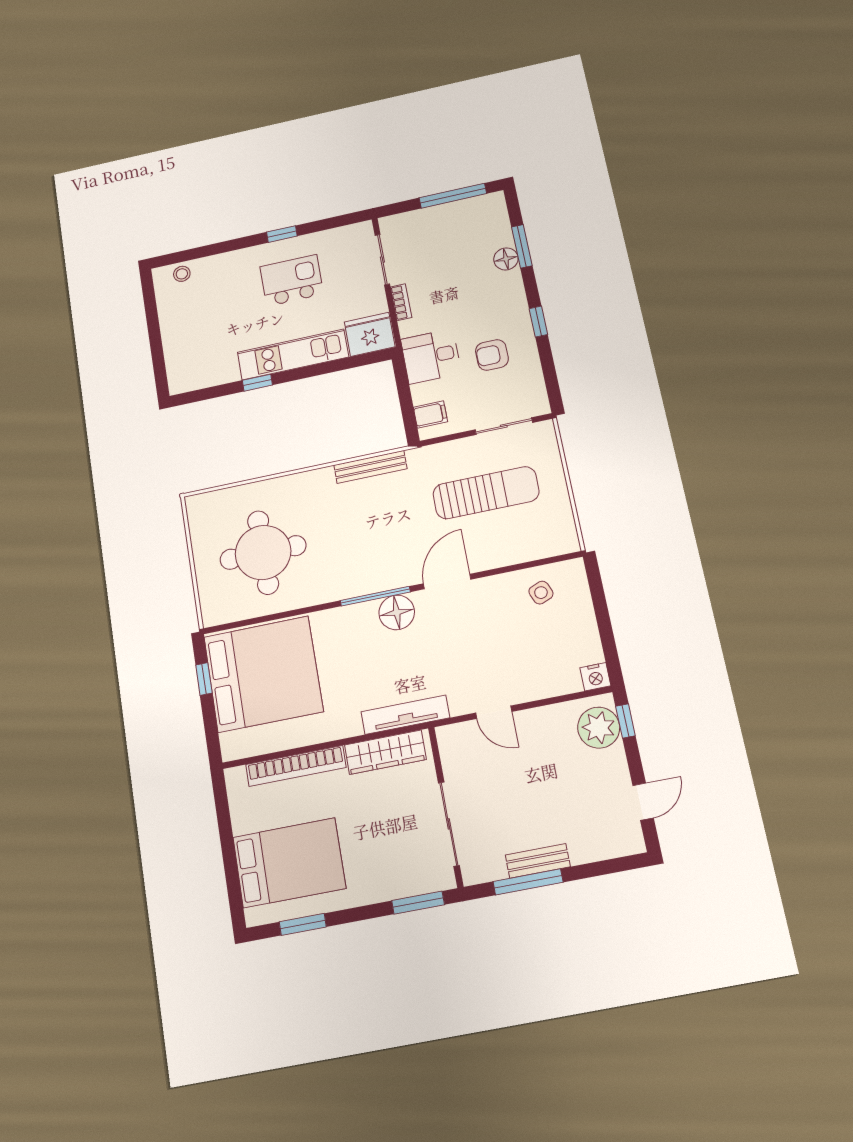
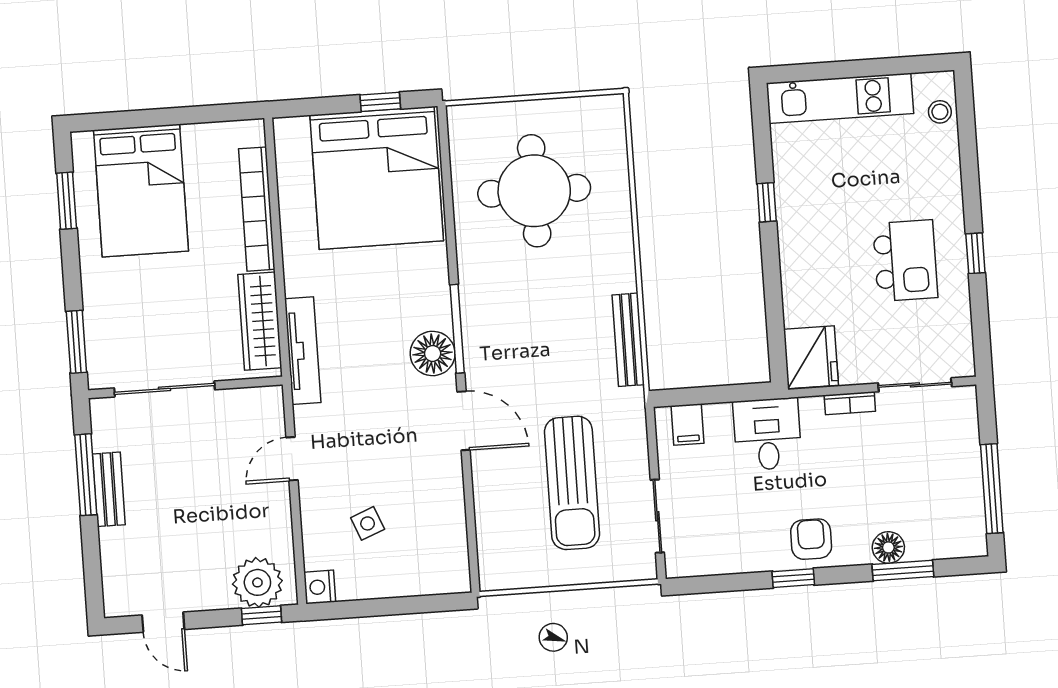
kitchen unit: (293, 355) -> (840, 98), moved, turned 90
armchair: (492, 355) -> (811, 539), moved
side table: (541, 593) -> (368, 523), moved

